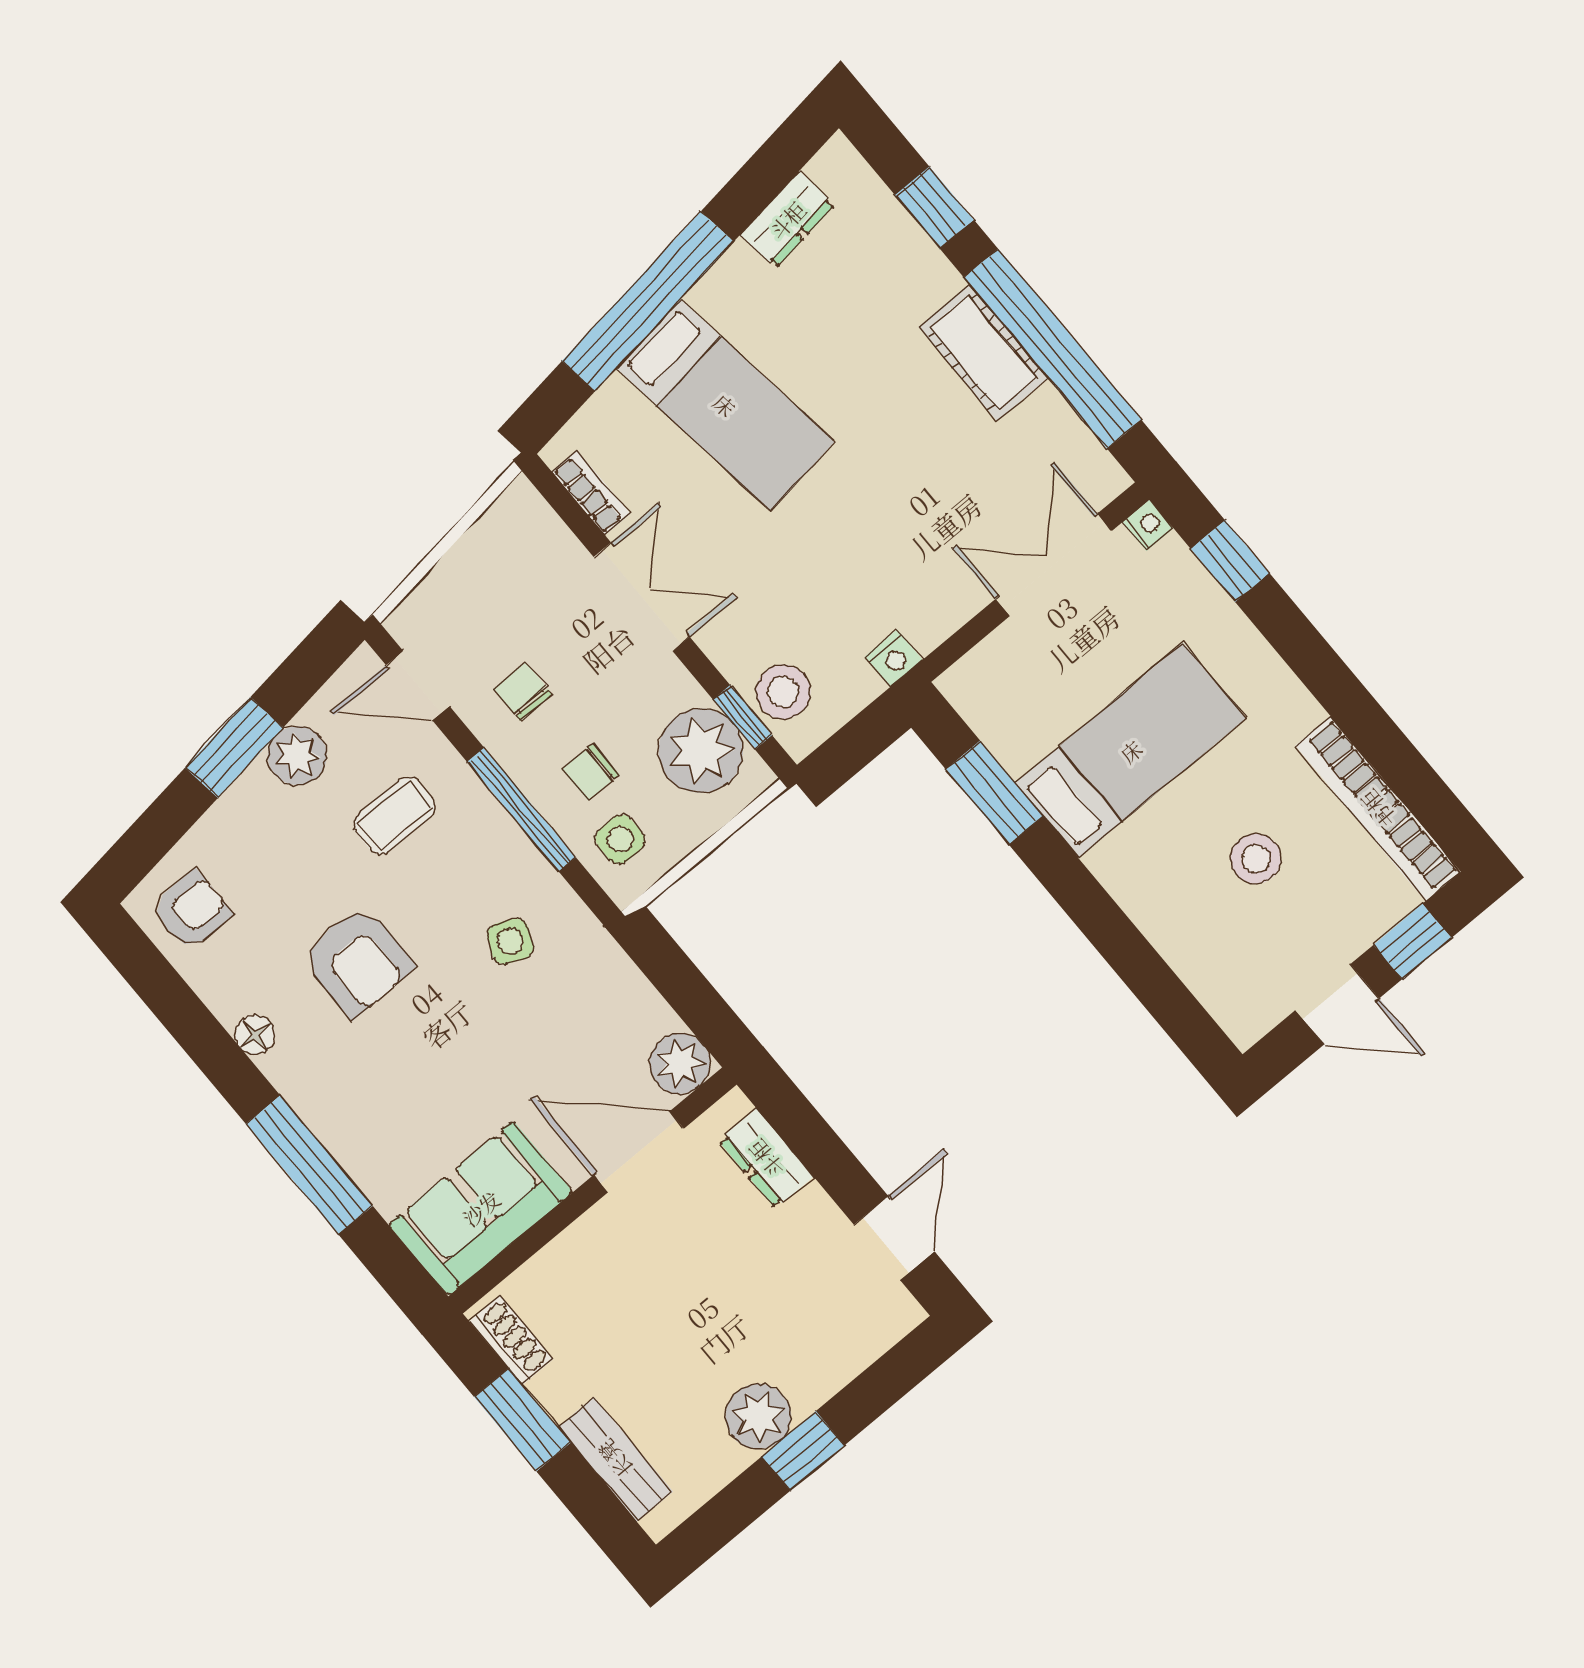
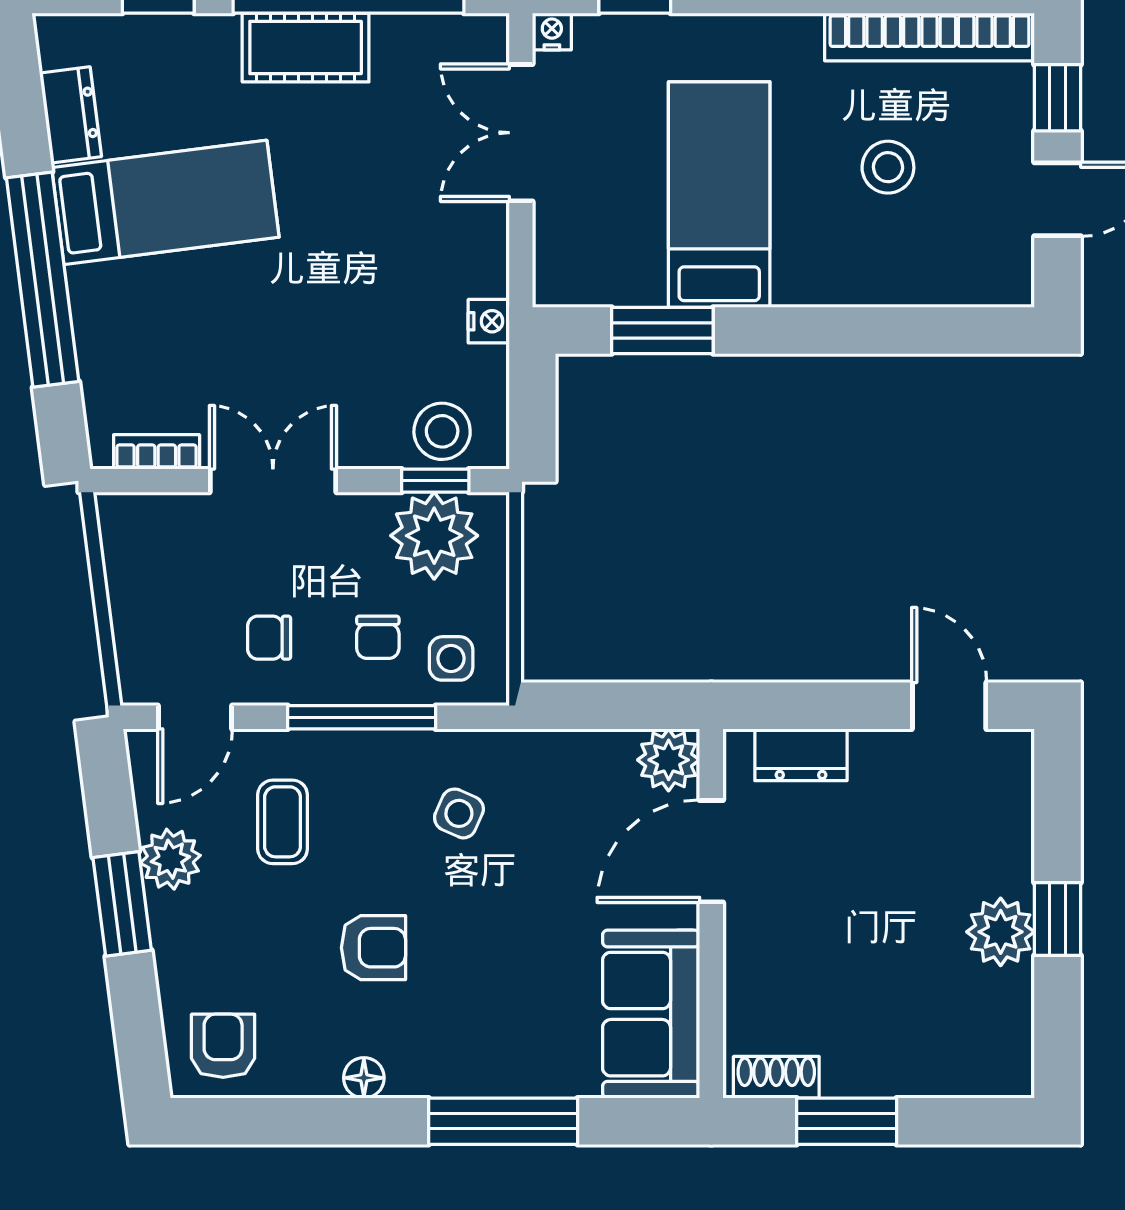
bed: (725, 405) -> (165, 202), moved
armchair: (358, 961) -> (373, 948), width x0.72, depth x0.72
bench: (615, 1459) -> (940, 1074), removed

